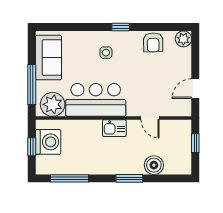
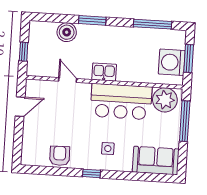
plant: (183, 39) -> (29, 157), removed
sofa: (48, 58) -> (156, 160), moved, turned 90
window: (32, 147) -> (189, 58), width x1.50

